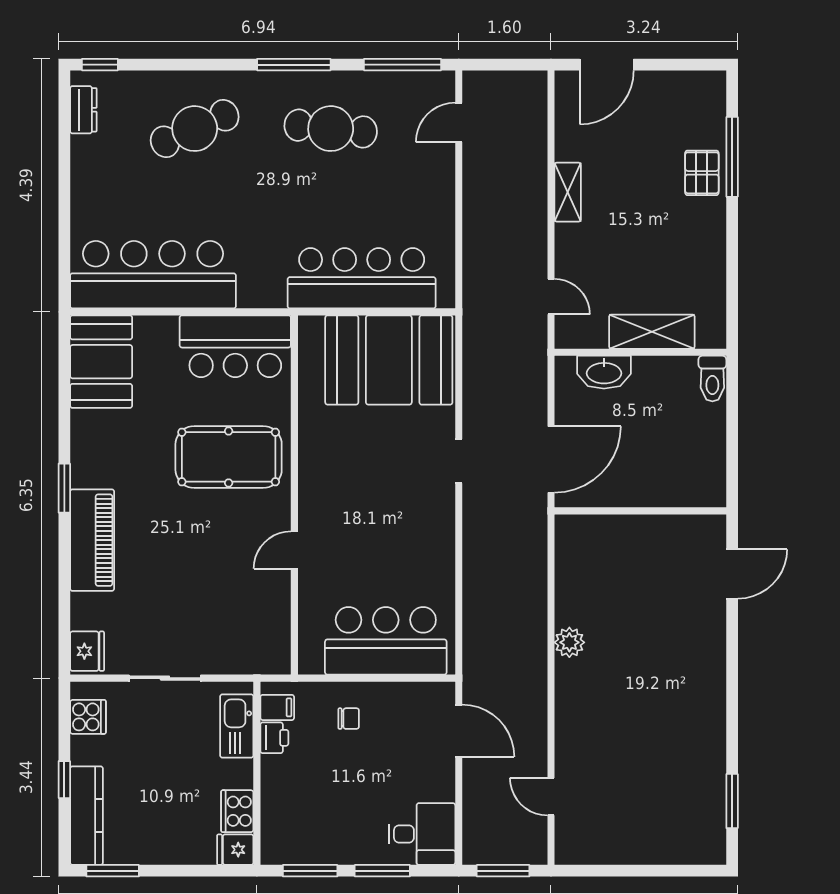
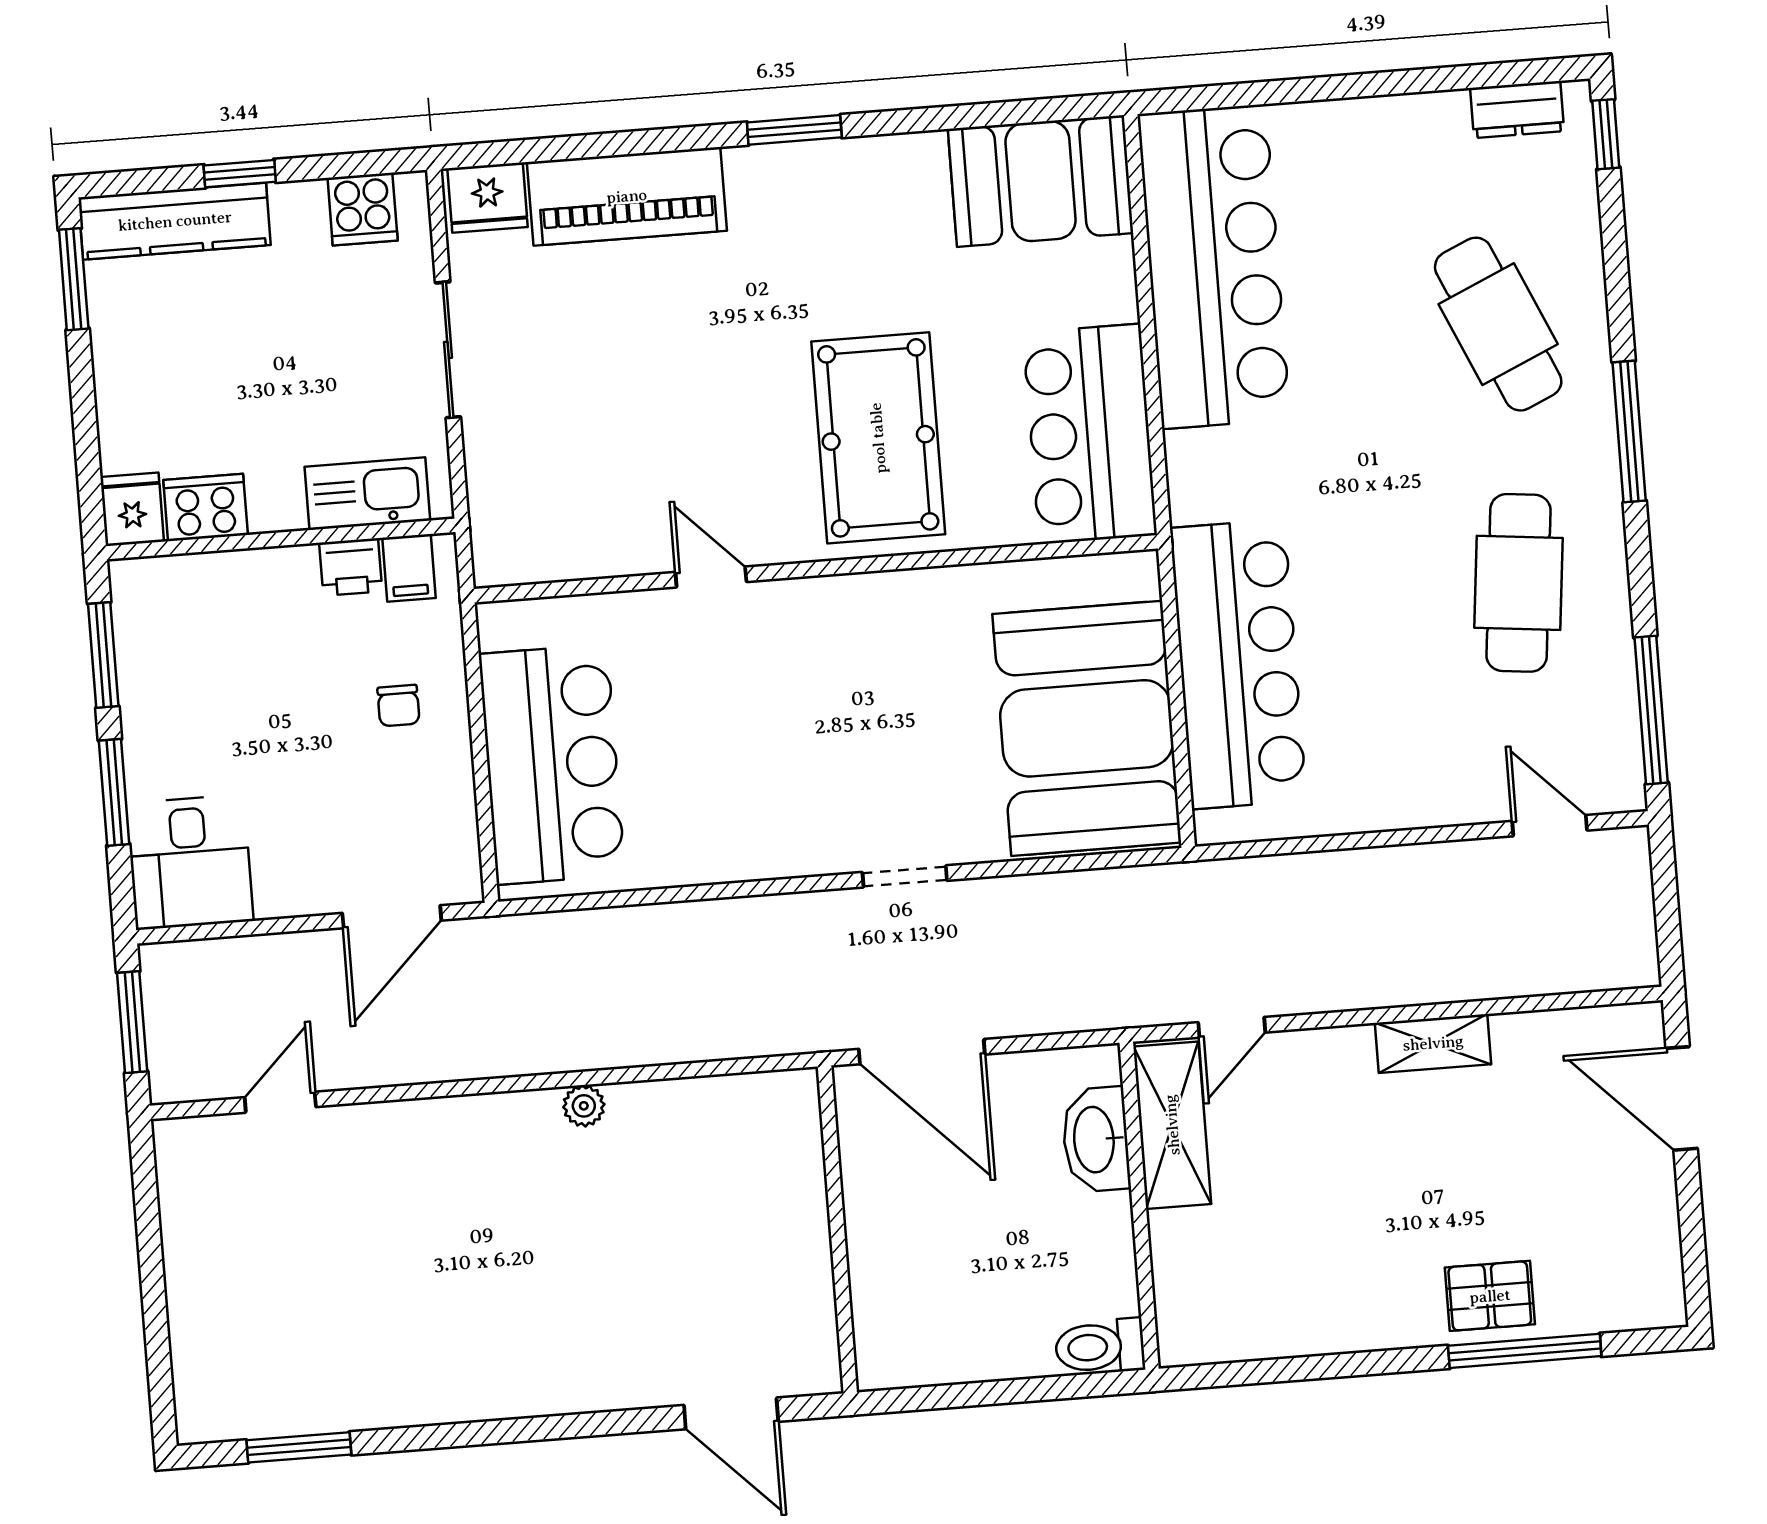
window: (294, 65) -> (1629, 432), moved
shelving: (652, 332) -> (1172, 1125), moved
piano: (92, 540) -> (627, 196), moved
plant: (569, 642) -> (584, 1106), width x0.73, depth x0.73

